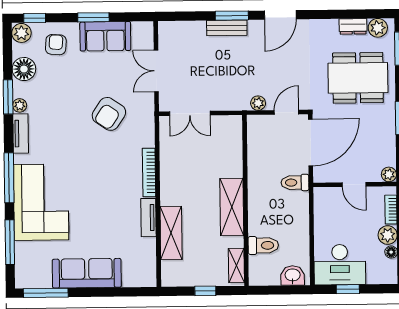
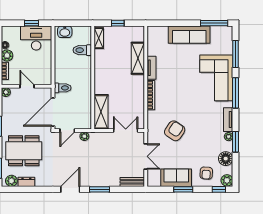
bench: (227, 28) -> (132, 182), moved
shelving: (232, 207) -> (101, 112), moved

